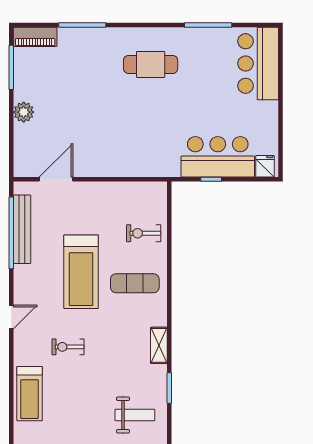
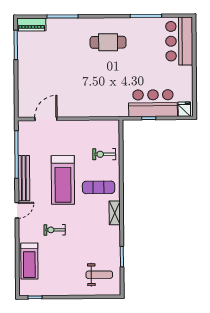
plant: (24, 112) -> (24, 74), removed
bench: (22, 229) -> (24, 178), moved
shelving: (159, 345) -> (115, 213), moved

